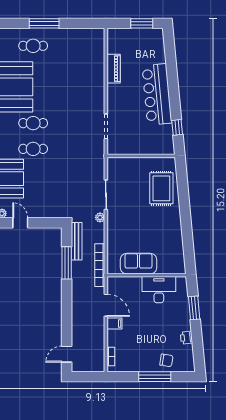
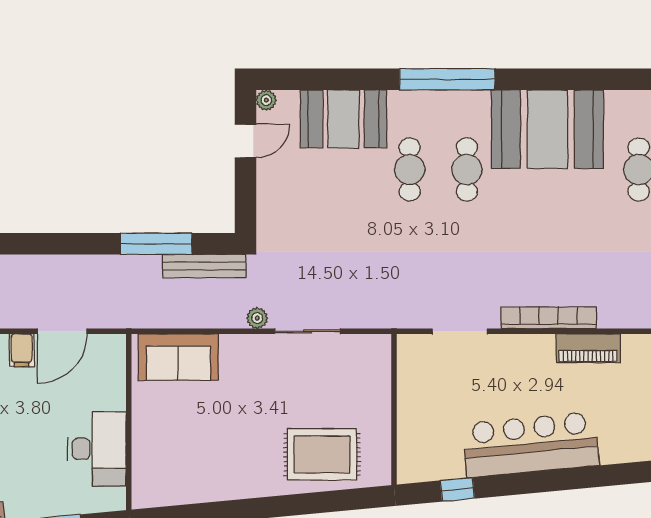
sofa: (139, 264) -> (178, 357), moved, turned 90
bookcase: (100, 265) -> (549, 318), moved

